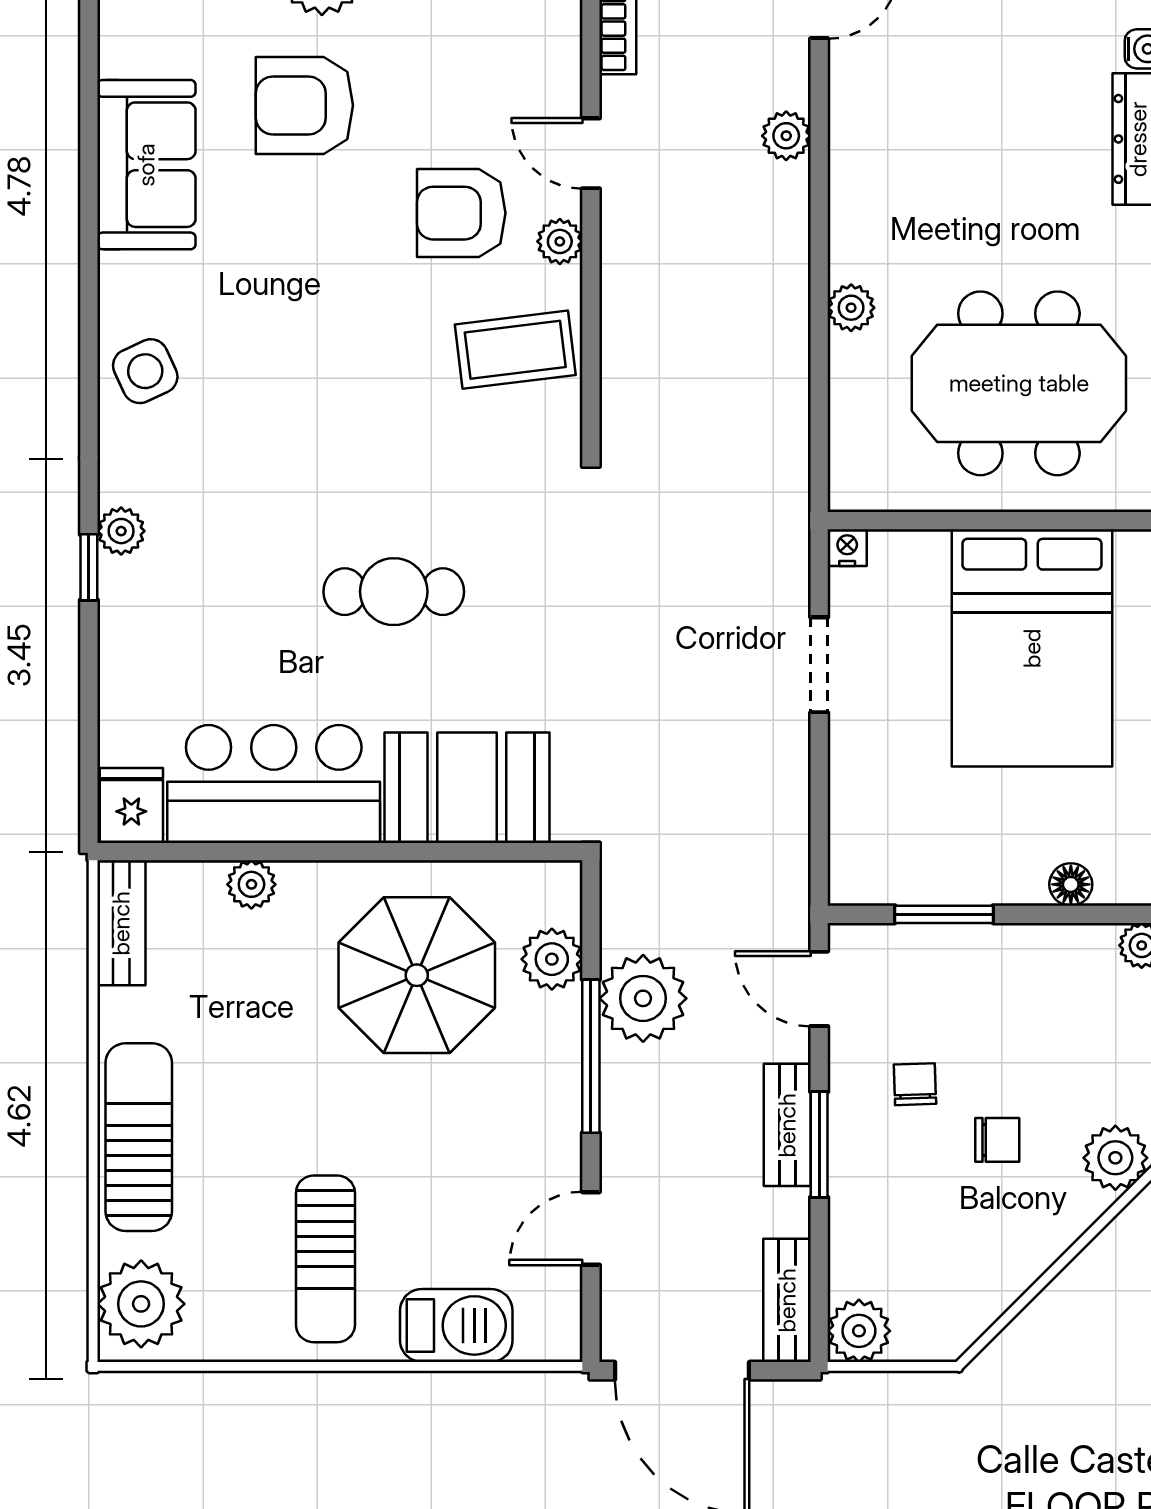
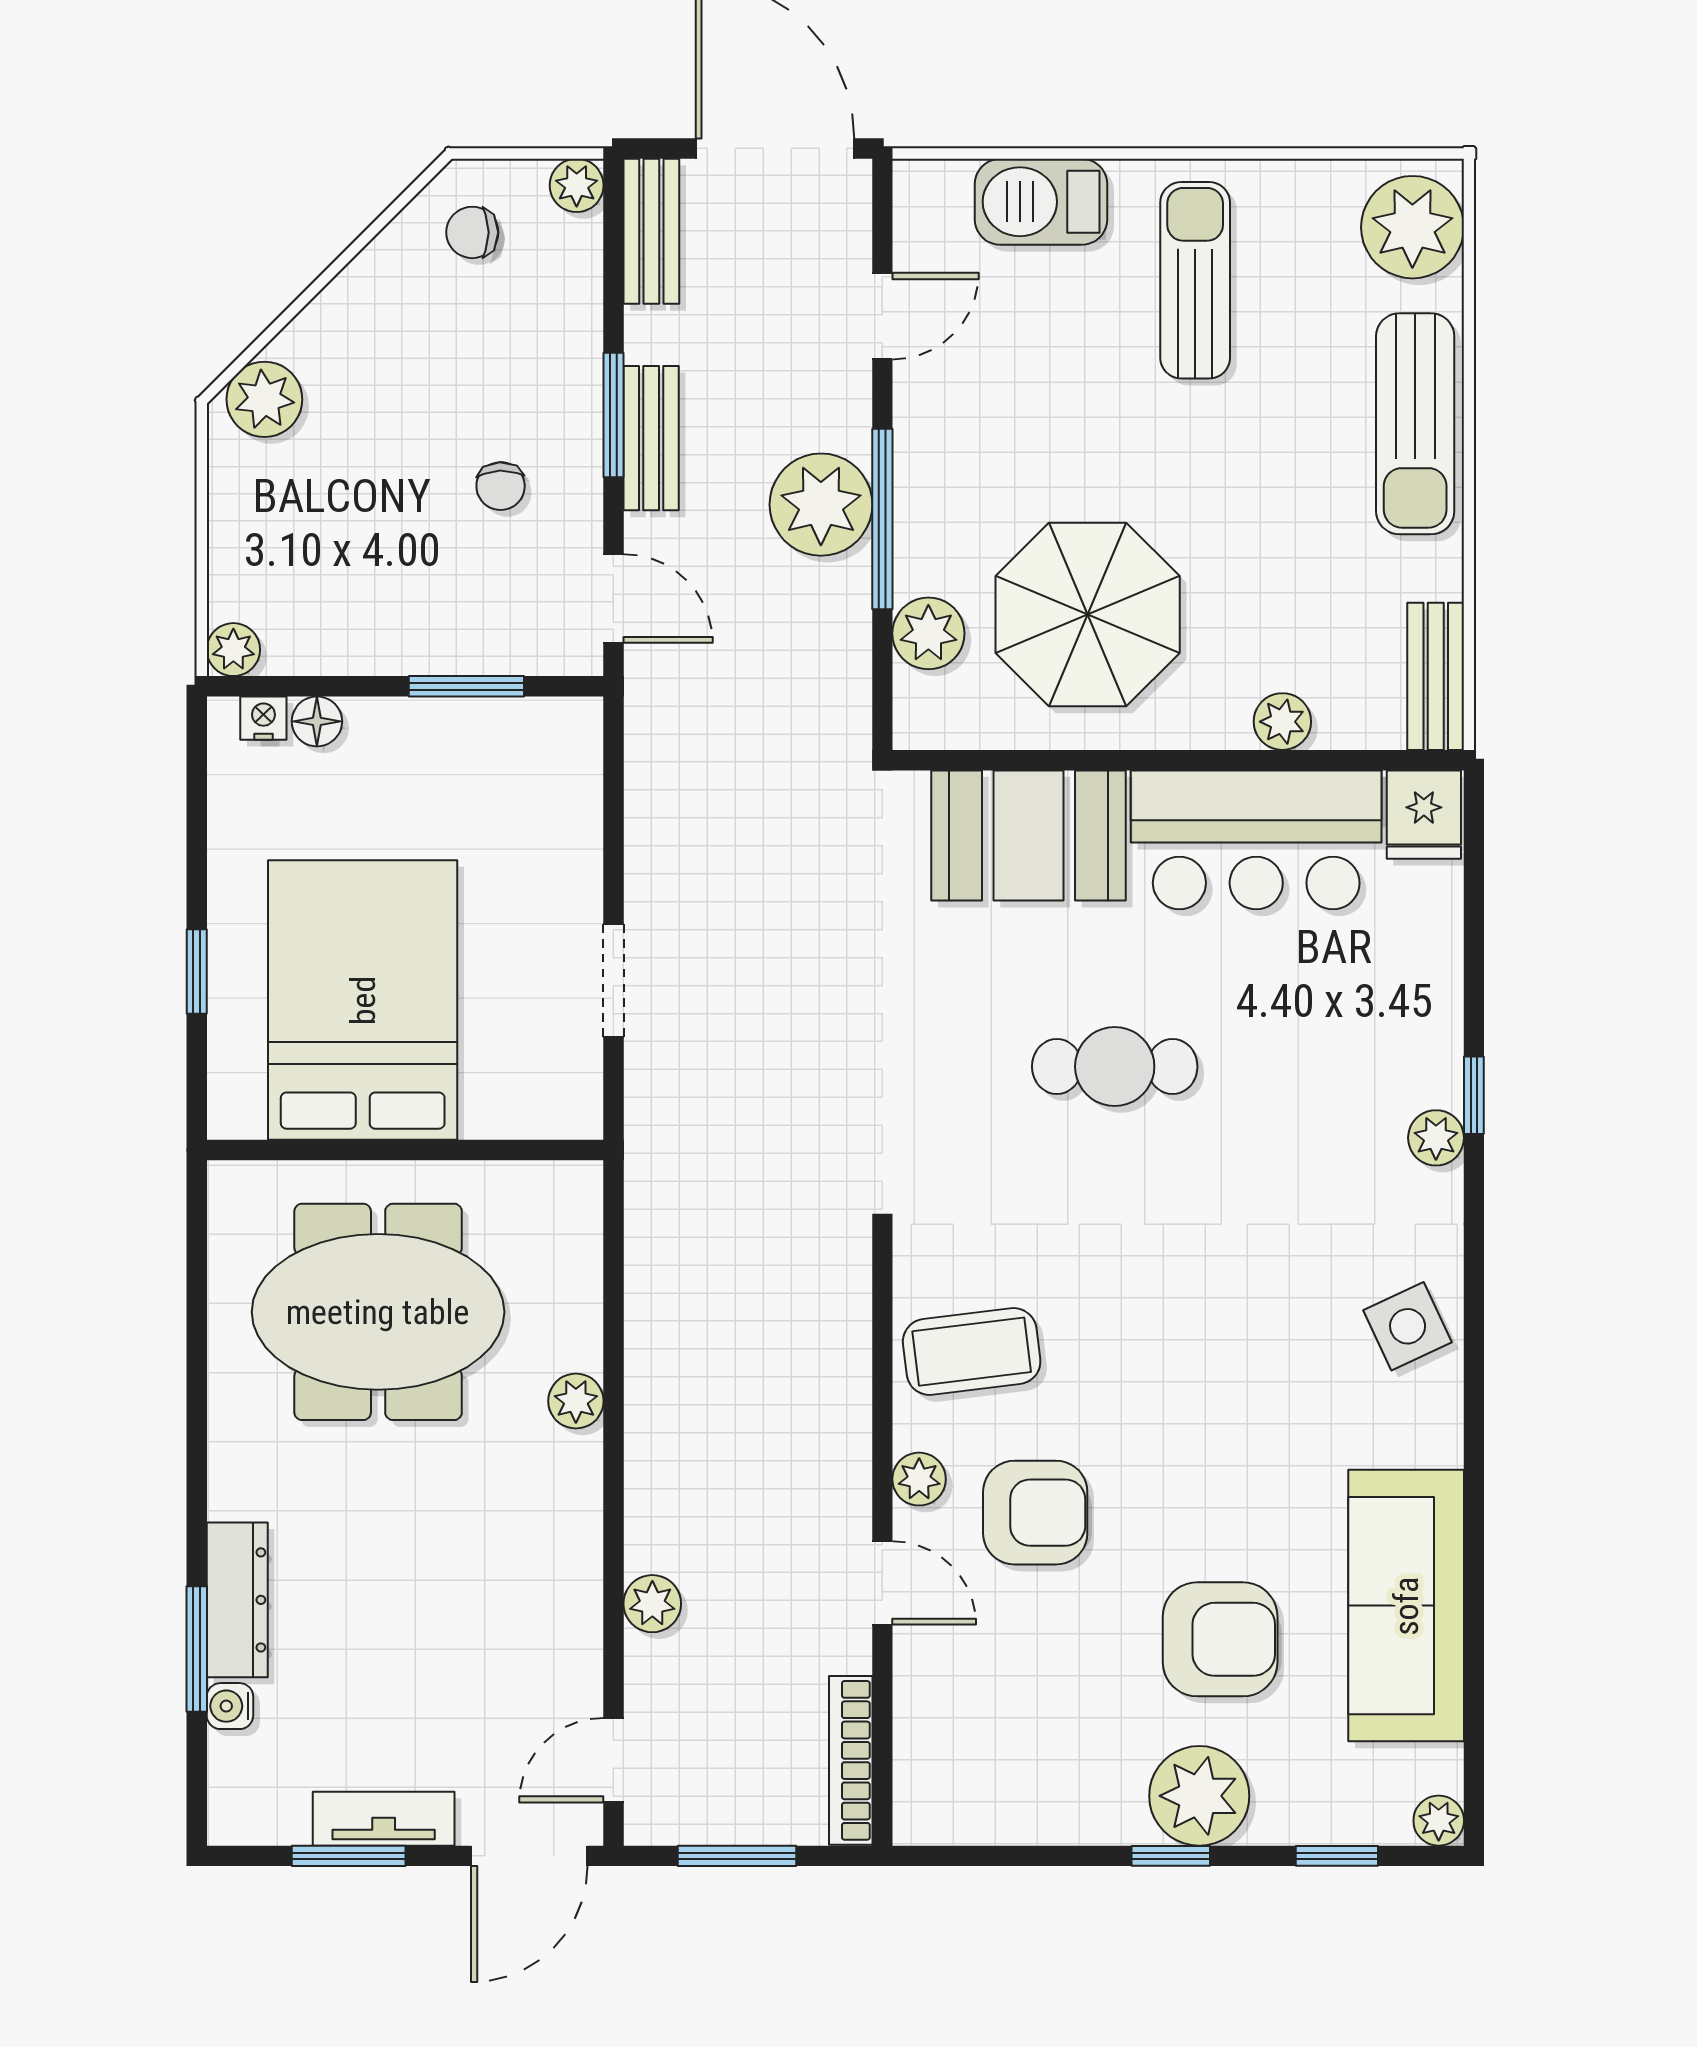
sofa: (146, 165) -> (1406, 1606), width x1.36
nightstand: (847, 548) -> (263, 718), moved, turned 180
plant: (643, 998) -> (821, 505), moved
chair: (997, 1140) -> (472, 232), moved
plant: (859, 1331) -> (577, 185), width x0.73, depth x0.73

